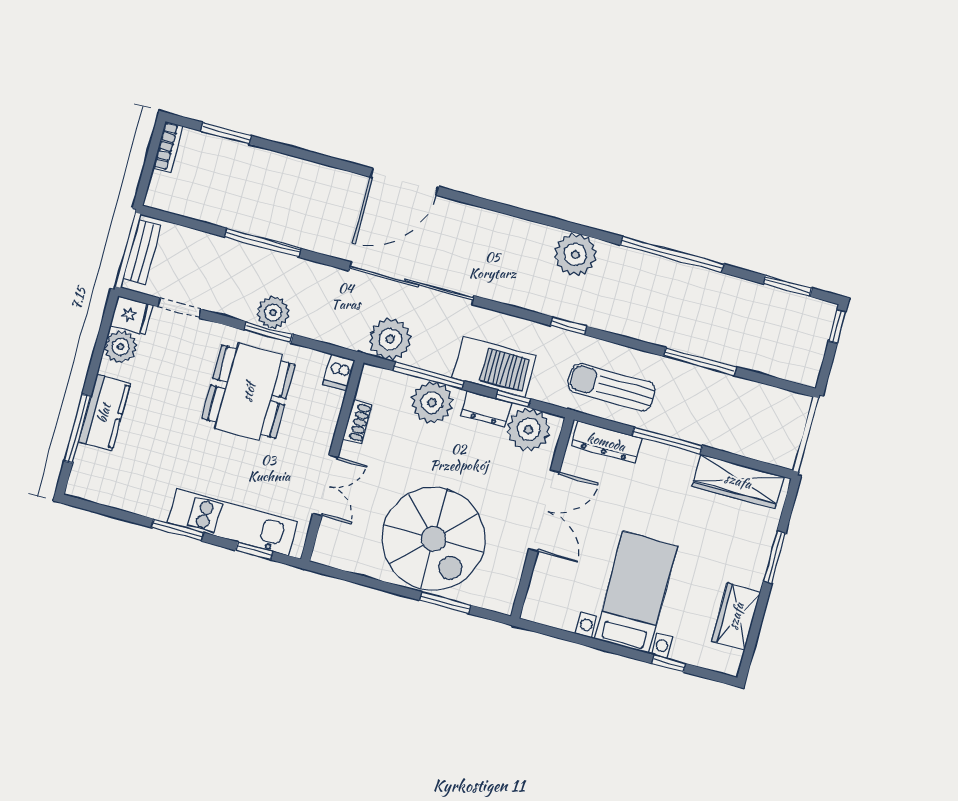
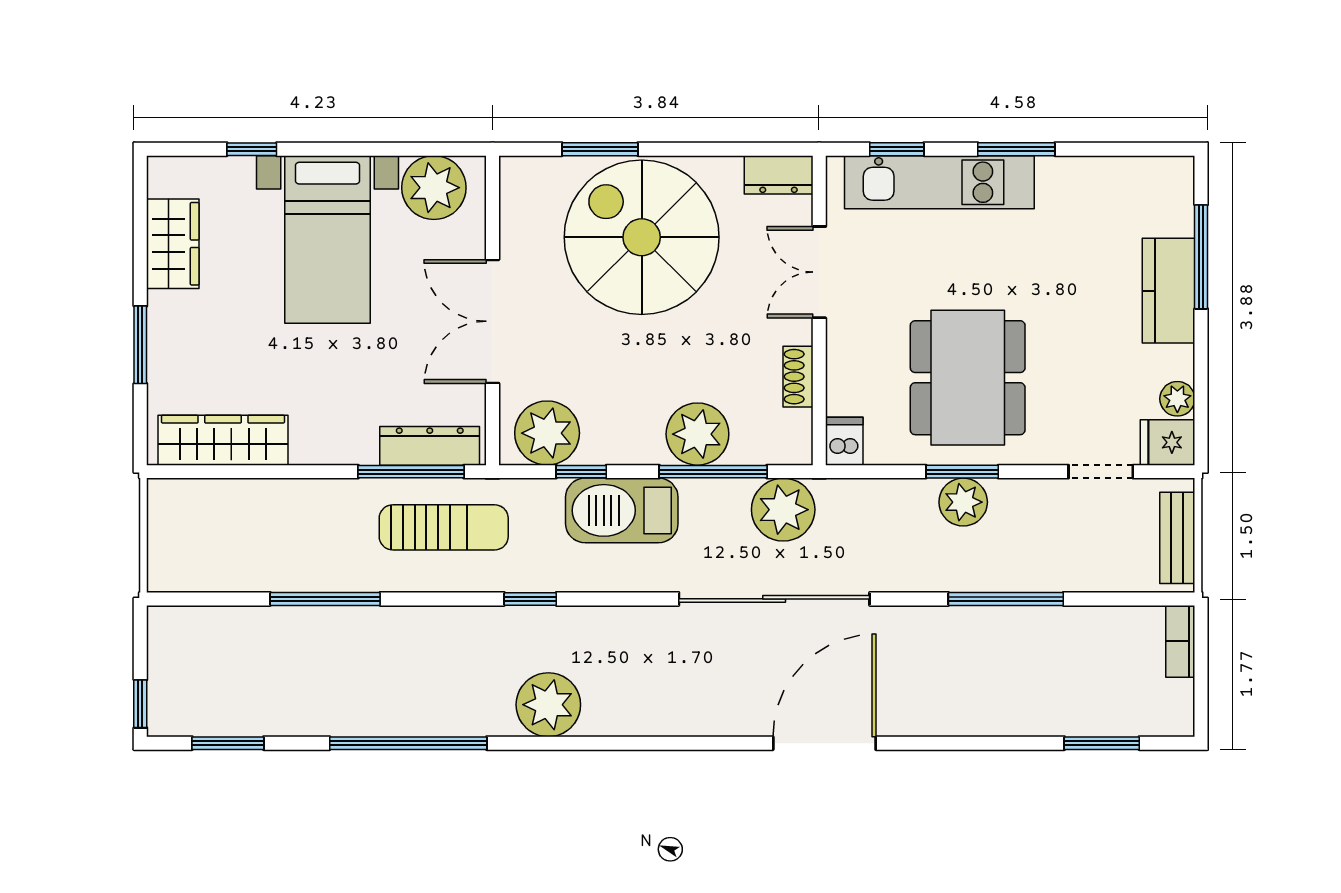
bookcase: (168, 147) -> (1180, 641), moved
plant: (121, 347) -> (1177, 399), width x0.73, depth x0.73
dresser: (486, 409) -> (779, 175), moved, turned 180
window: (667, 441) -> (411, 472), moved
plant: (558, 607) -> (434, 188), added

